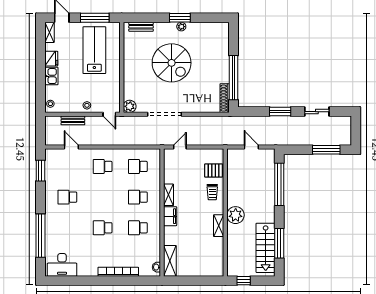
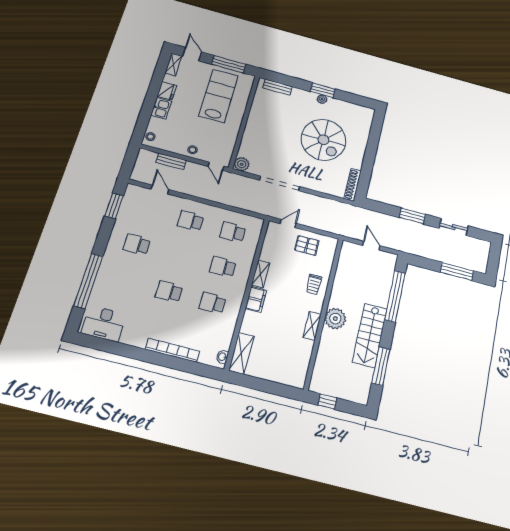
spiral stairs: (172, 63) -> (323, 140), moved
window: (233, 78) -> (367, 166), removed
pallet: (214, 170) -> (307, 245), moved
stairs: (266, 248) -> (370, 335), moved

